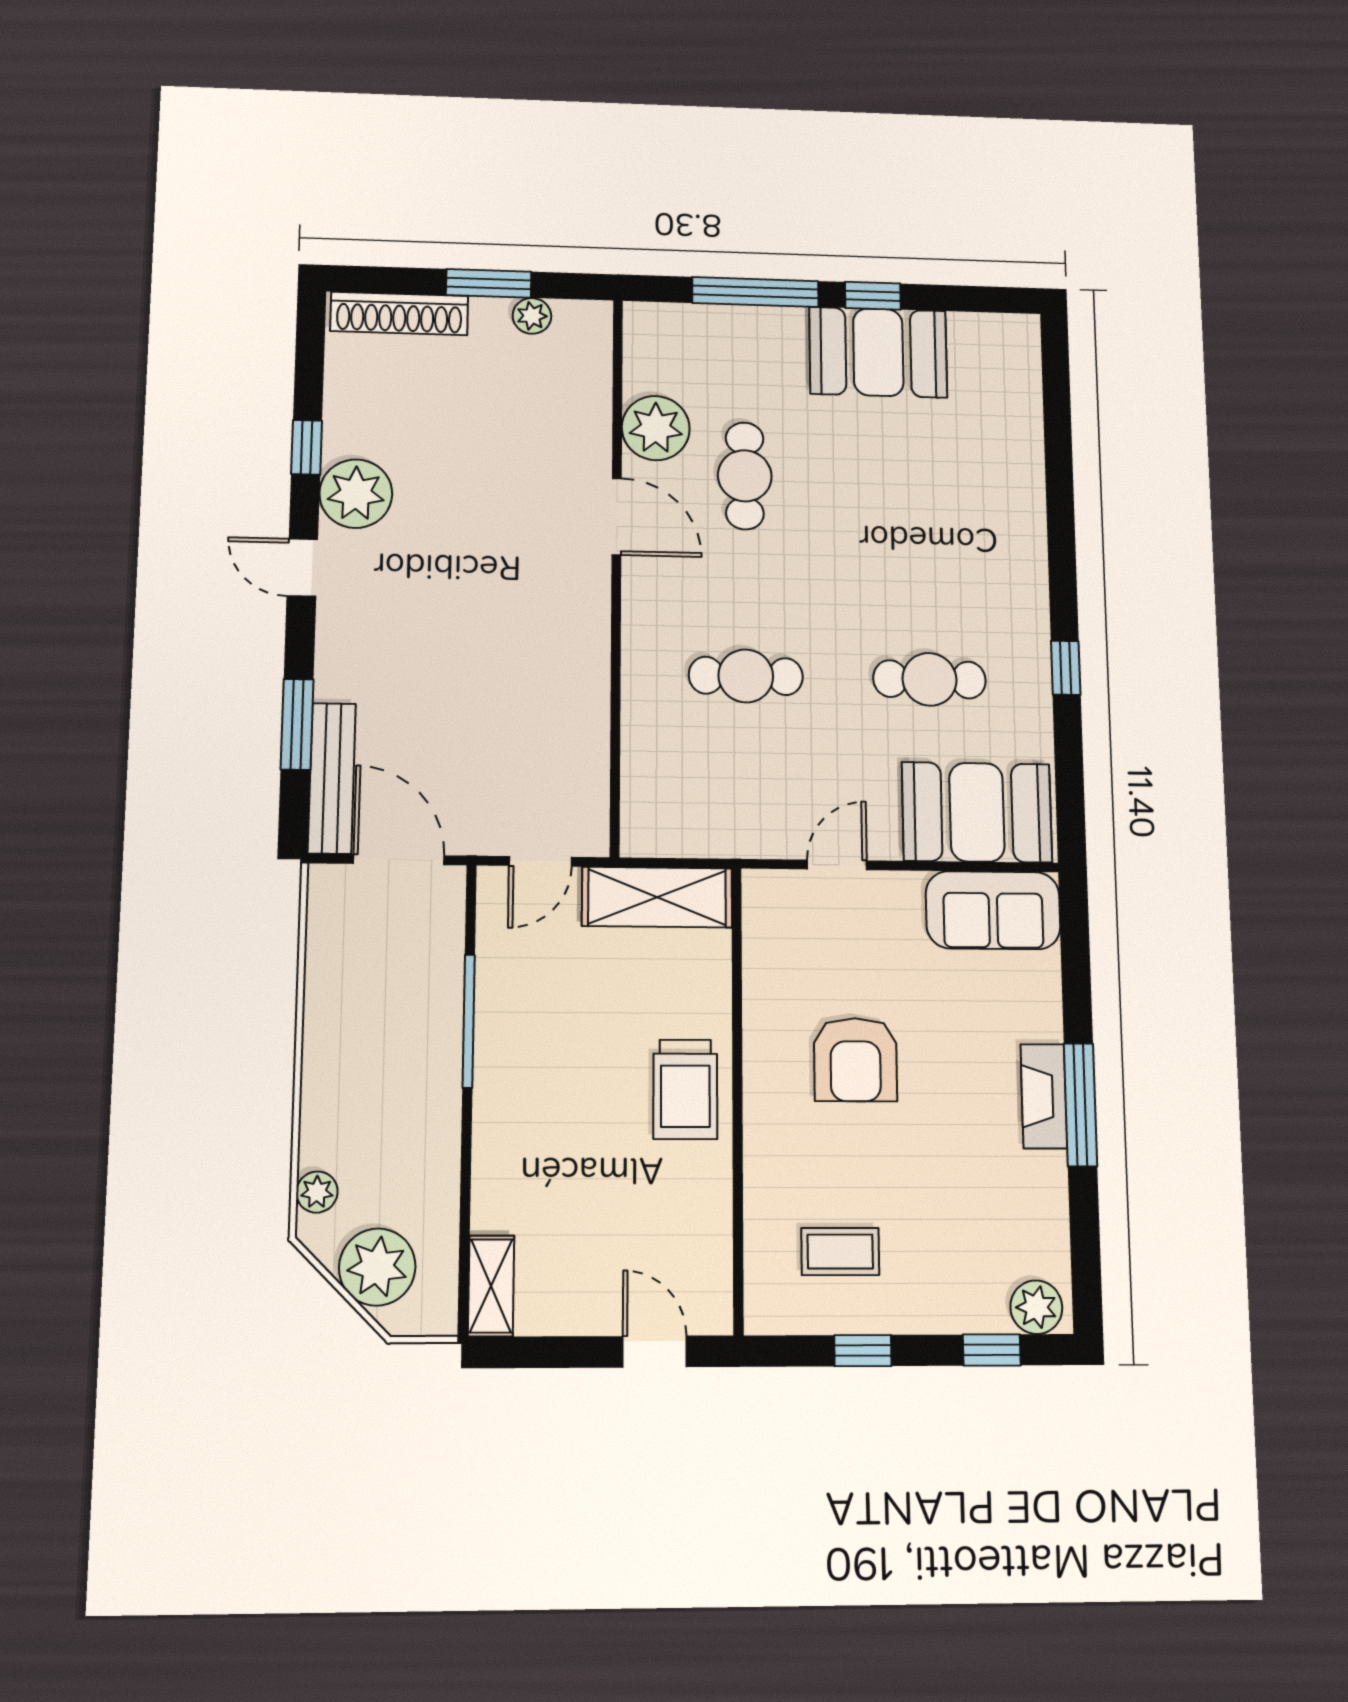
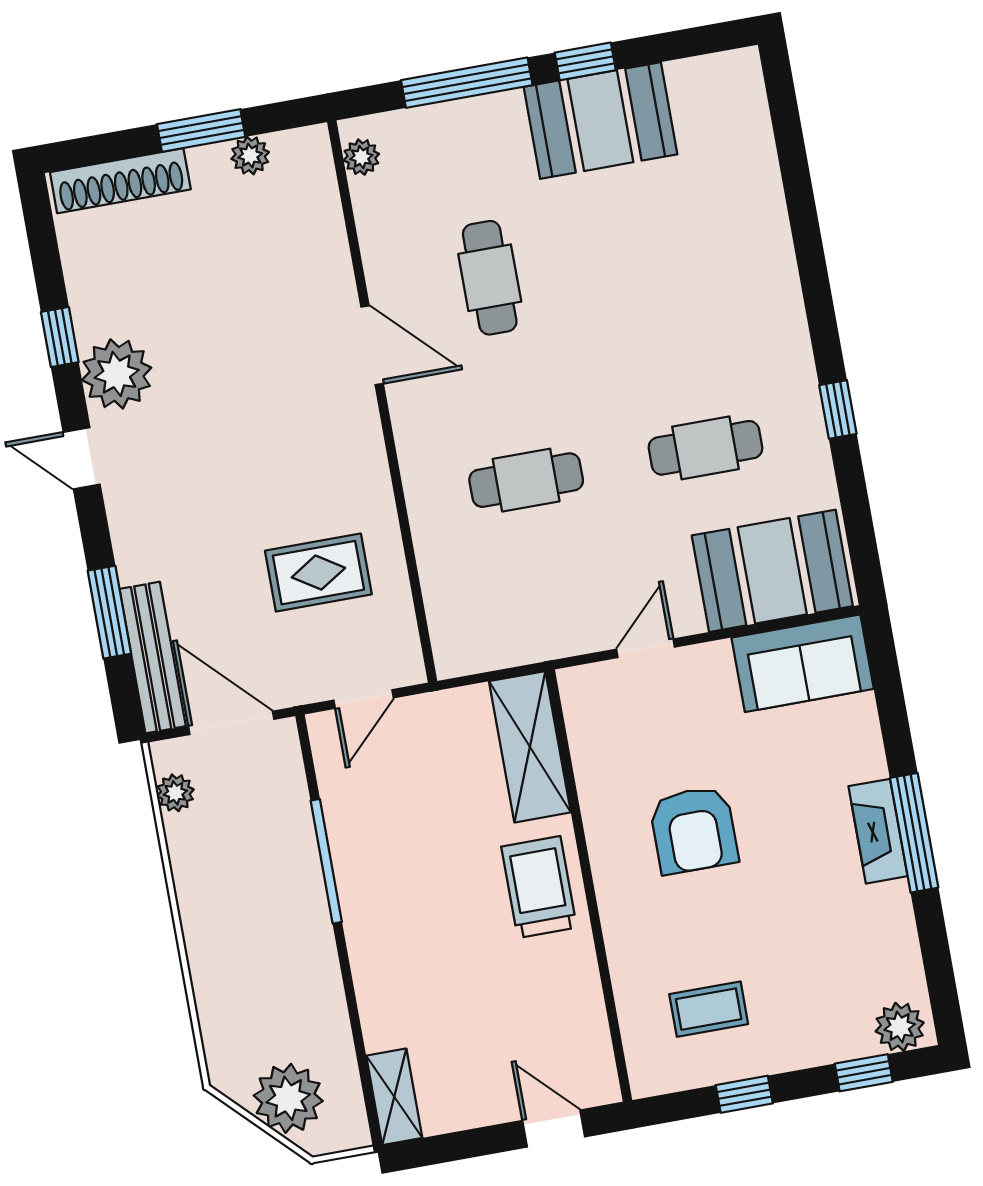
plant: (656, 428) -> (361, 157), moved, width x0.53, depth x0.53
rug: (519, 726) -> (318, 573), added
shelving: (657, 897) -> (530, 747), moved, turned 90
trolley: (685, 1089) -> (539, 887), turned 180
plant: (317, 1192) -> (175, 793), moved

